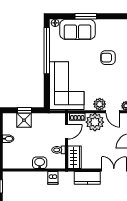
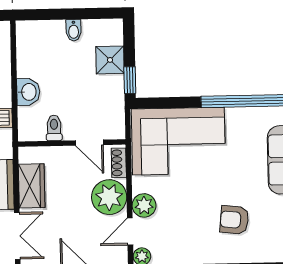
armchair: (108, 58) -> (234, 220), turned -84
window: (24, 110) -> (130, 80), moved
wardrobe: (74, 157) -> (32, 186), moved, turned -90

